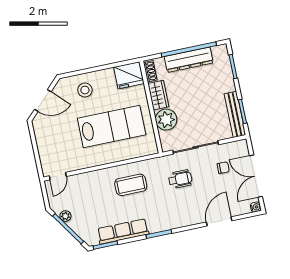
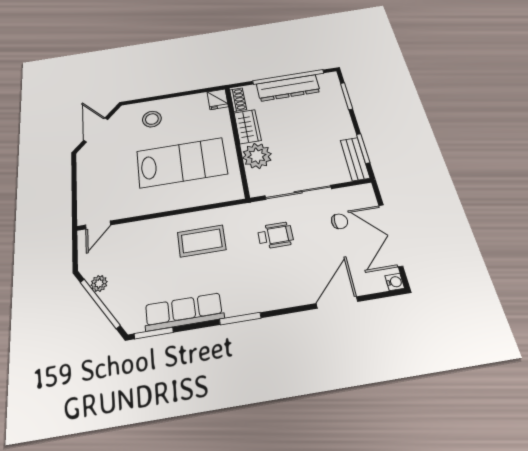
fridge: (129, 75) -> (218, 99), width x0.53, depth x0.75
door: (43, 101) -> (96, 130), swing flipped
bench: (235, 114) -> (355, 159), width x0.73

